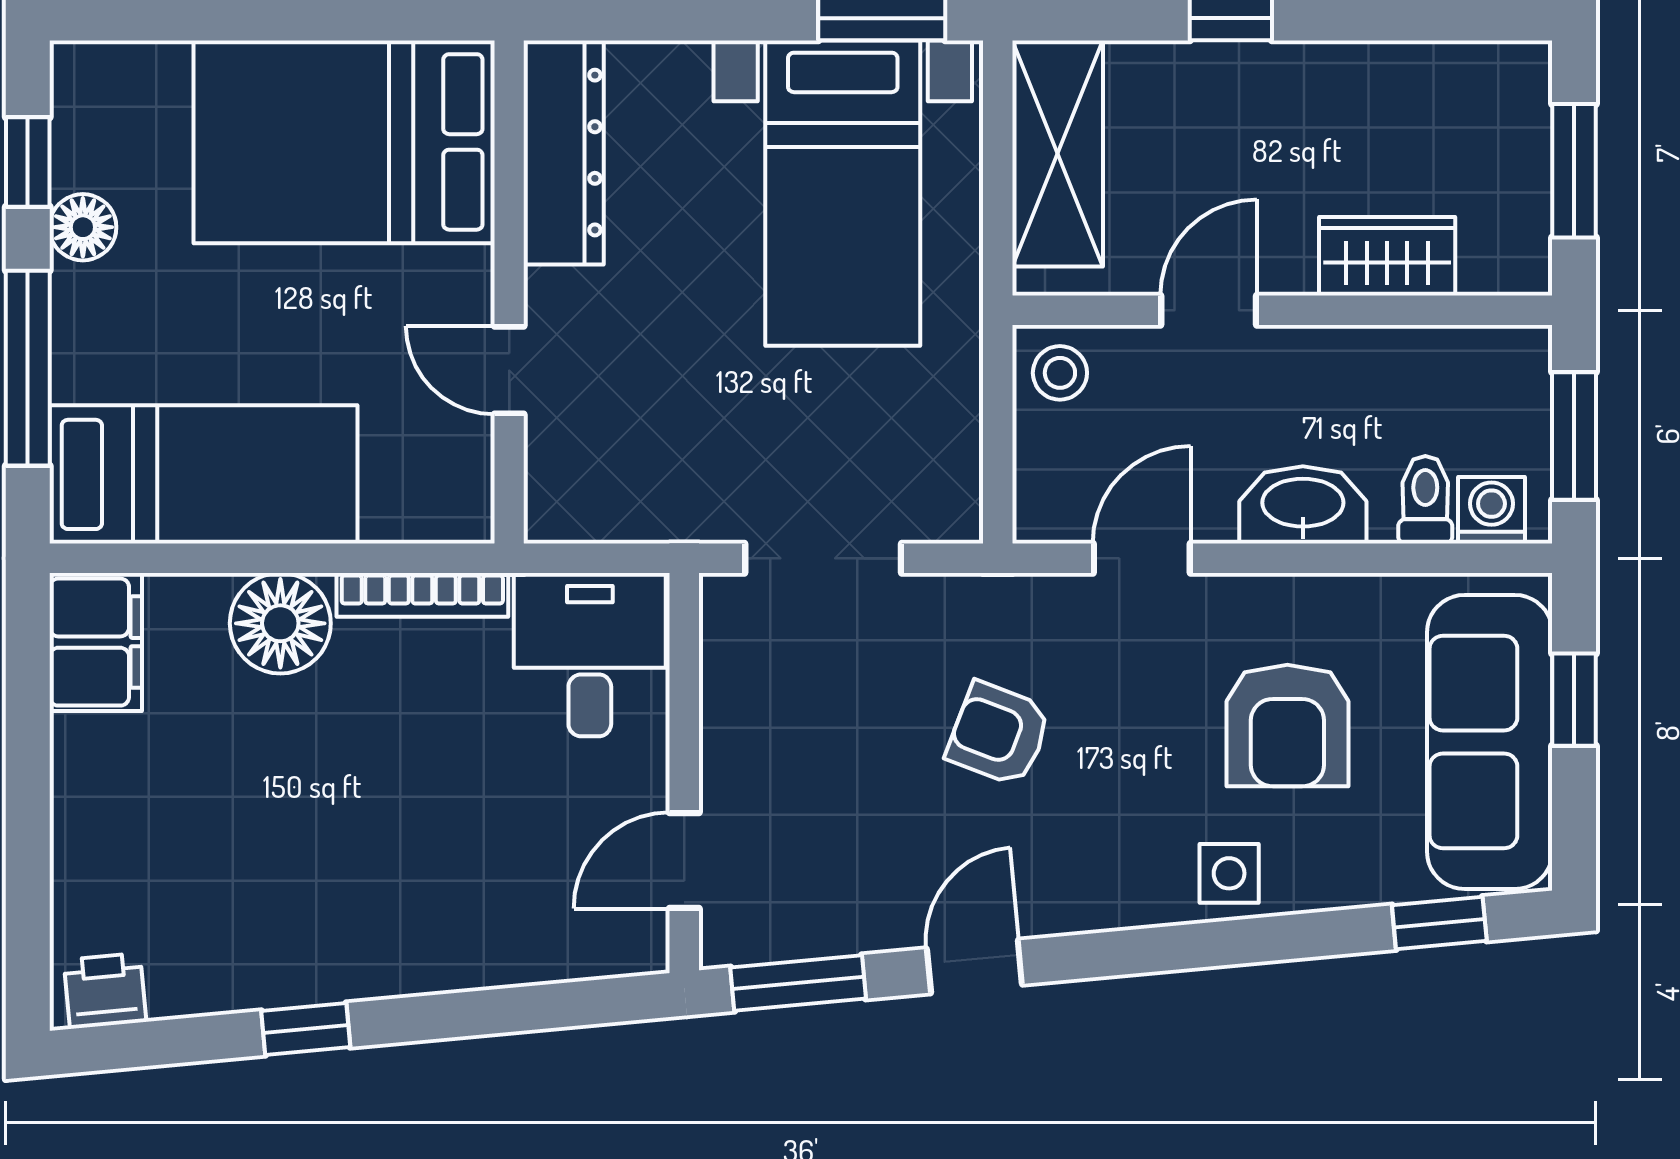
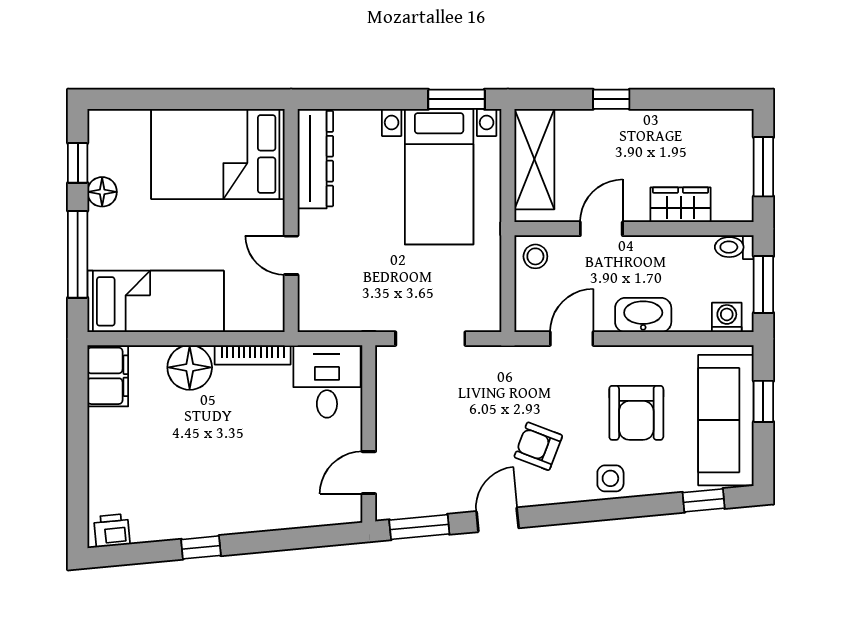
toilet: (1425, 500) -> (734, 247), moved, turned -90
armchair: (999, 734) -> (538, 446), moved

